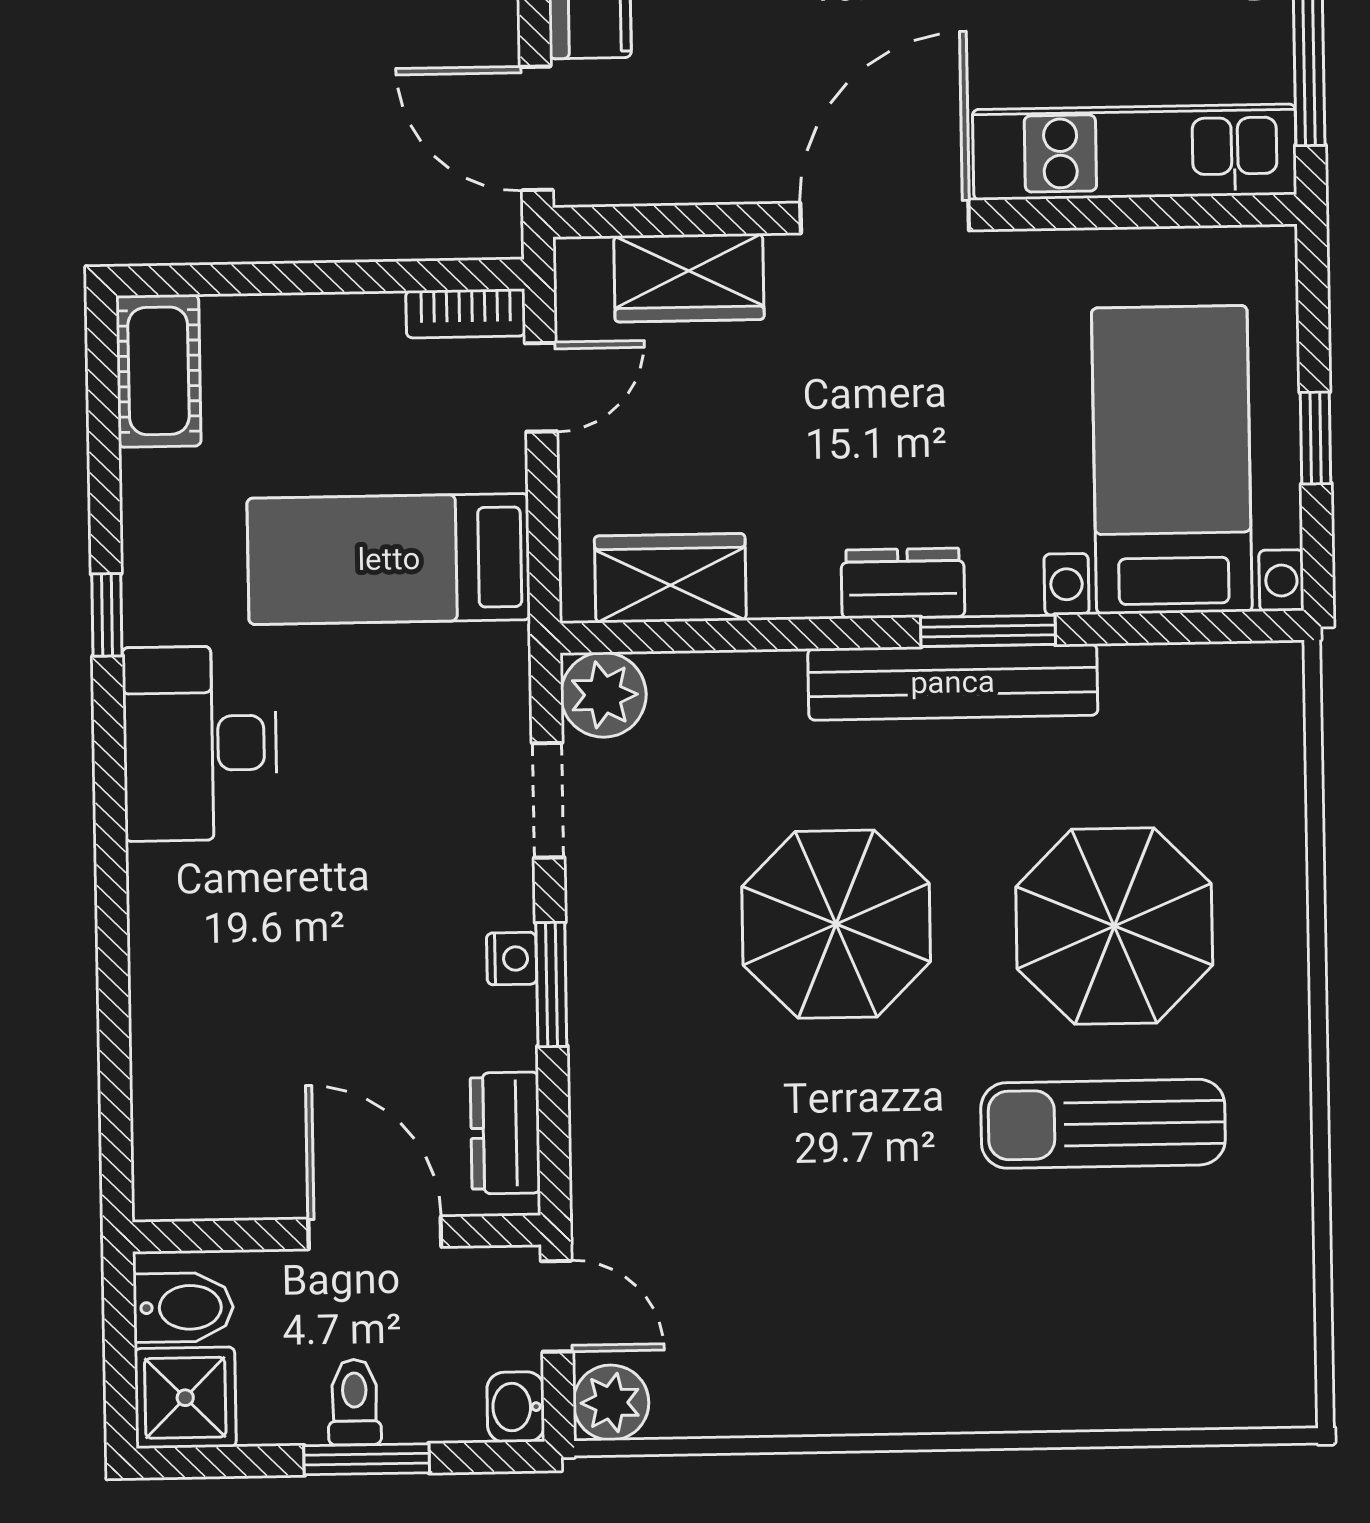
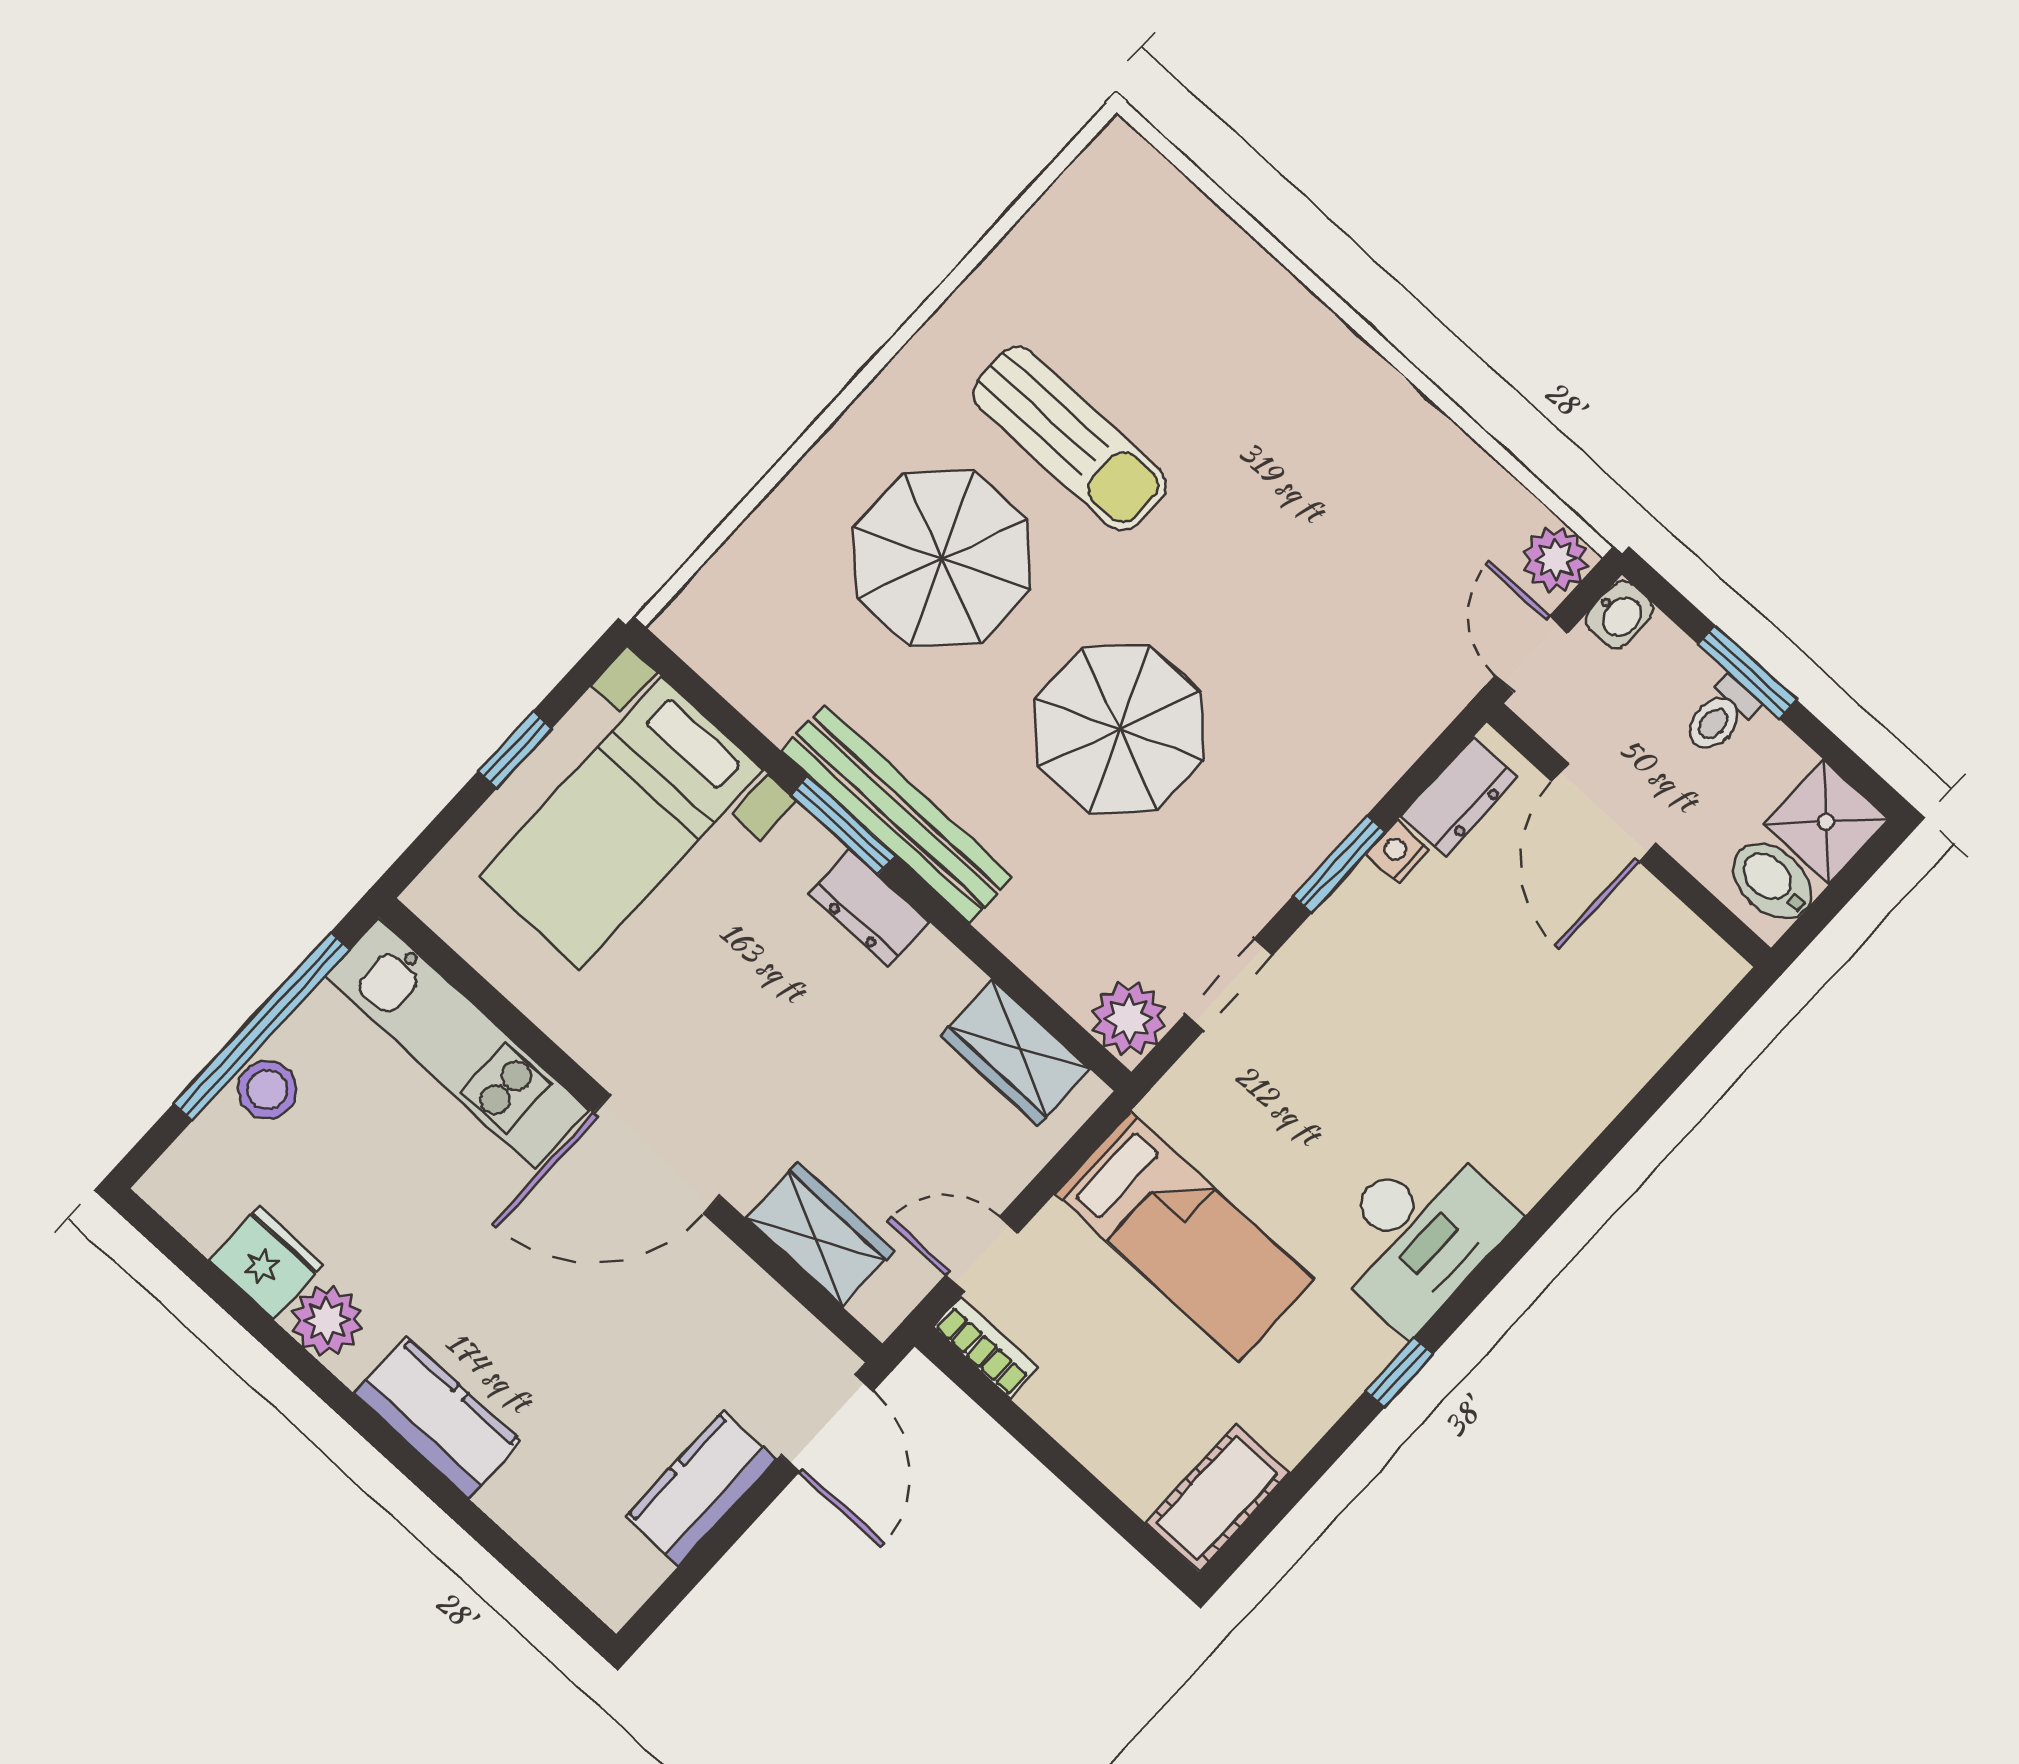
nightstand: (512, 959) -> (1398, 852), moved

